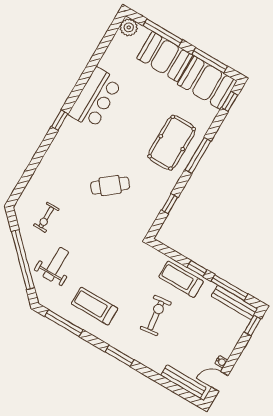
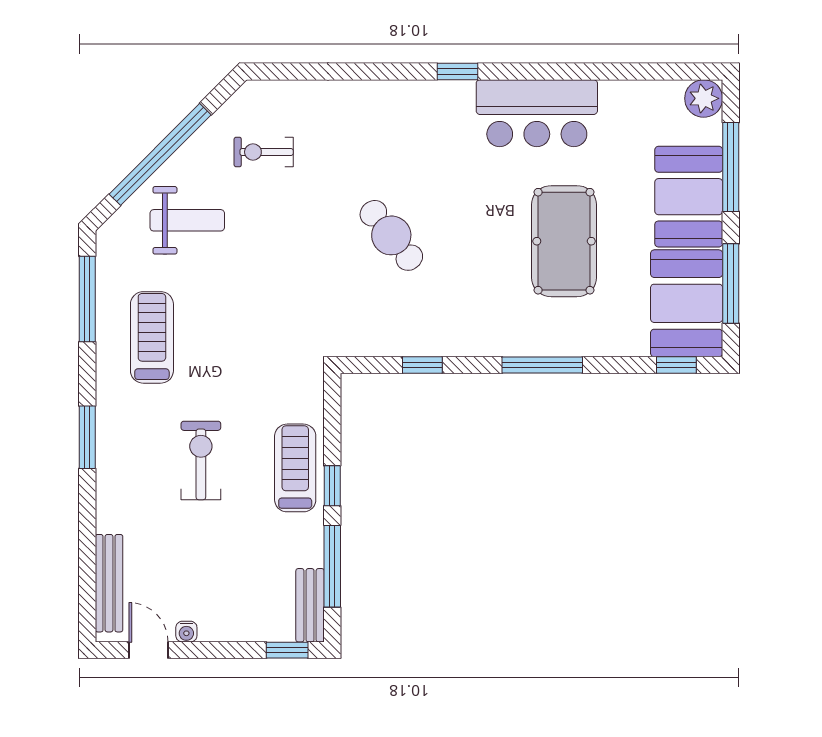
pool table: (172, 143) -> (564, 241), moved, turned 90
bench: (234, 303) -> (310, 605), width x0.73
exercise bike: (156, 315) -> (201, 460), turned -83

